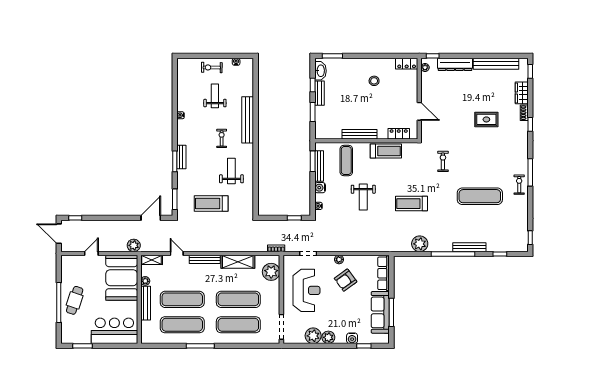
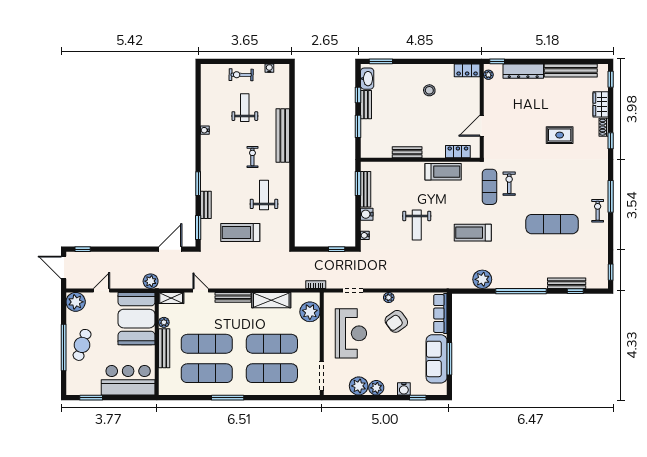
door: (419, 111) -> (482, 126), swing flipped
bench: (360, 134) -> (407, 152), width x0.73
bench: (181, 157) -> (206, 205), moved
exercise mat: (346, 161) -> (489, 187), moved
bench: (469, 247) -> (567, 283), moved
plant: (69, 263) -> (76, 302), added

